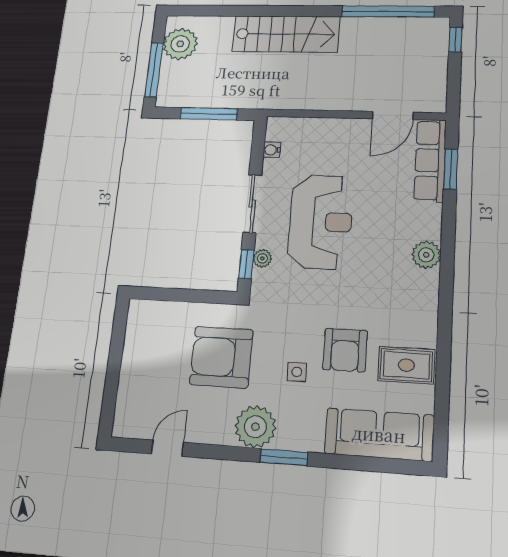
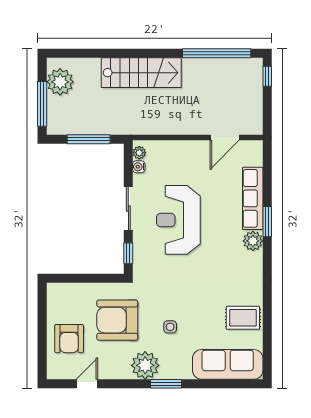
row of seats: (430, 160) -> (253, 198), moved
window: (451, 169) -> (267, 222), moved
reception desk: (321, 222) -> (178, 220), turned 180
plant: (262, 258) -> (139, 153), moved
armchair: (345, 350) -> (69, 339), moved

